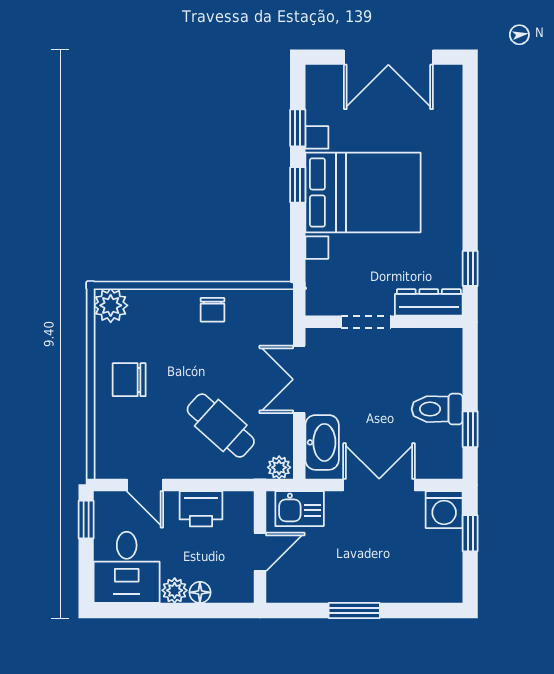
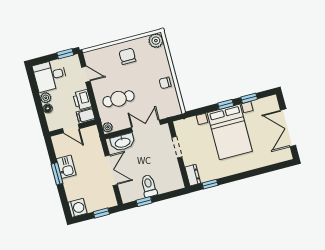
dresser: (429, 302) -> (193, 175), width x0.70
cafe table: (221, 426) -> (119, 99), turned 48
door: (145, 485) -> (86, 74), swing flipped
kitchen sink: (300, 509) -> (66, 167), moved, turned 180
filing cabinet: (239, 510) -> (86, 116), added
washing machine: (444, 510) -> (77, 208), moved, turned 180

